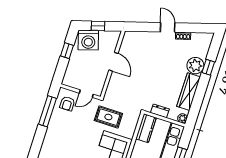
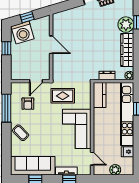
armchair: (67, 104) -> (28, 104), moved
coffee table: (54, 141) -> (21, 133), added

